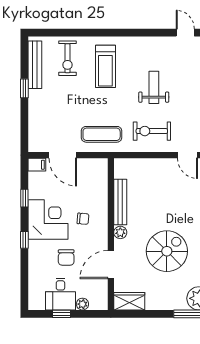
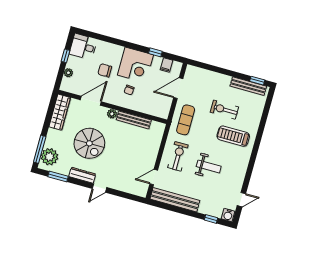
exercise bike: (68, 58) -> (224, 110), moved
window: (24, 88) -> (257, 81), moved
filing cabinet: (37, 165) -> (166, 65), moved
window: (24, 240) -> (126, 44), removed
door: (111, 265) -> (91, 101), hinge flipped
desk: (60, 294) -> (83, 47), moved
wardrobe: (129, 301) -> (60, 112), width x1.50

